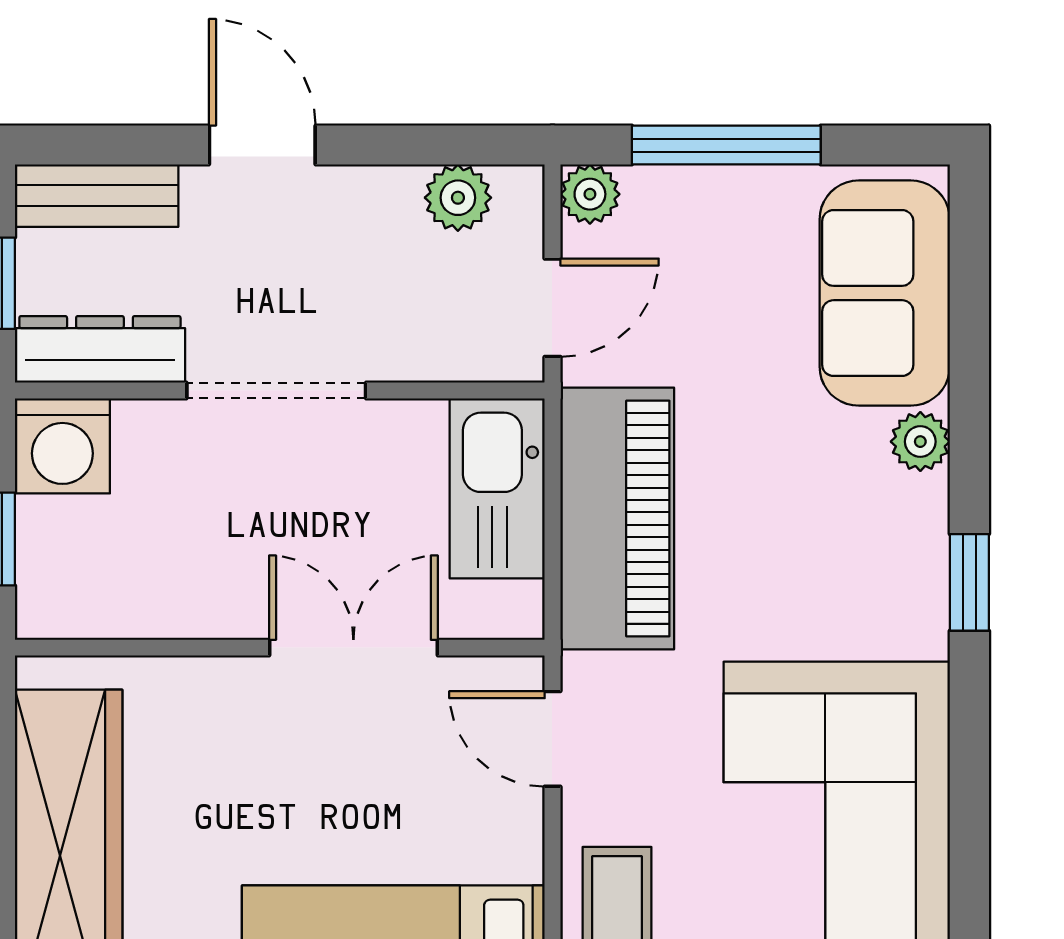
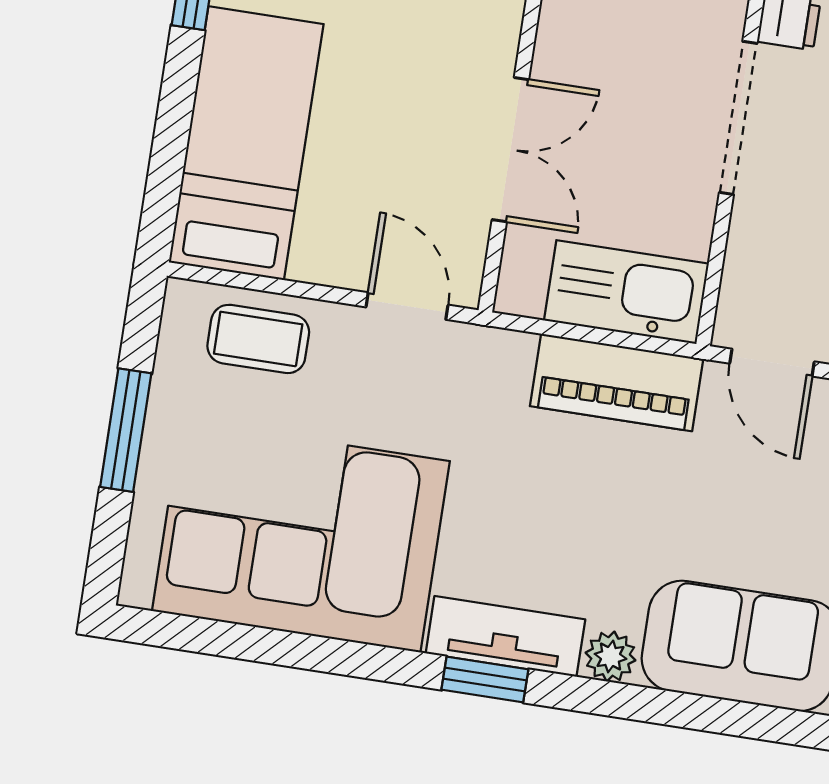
piano: (617, 519) -> (617, 382), width x0.73, depth x0.75
tv unit: (916, 566) -> (505, 636), added
door: (552, 739) -> (407, 306), hinge flipped

